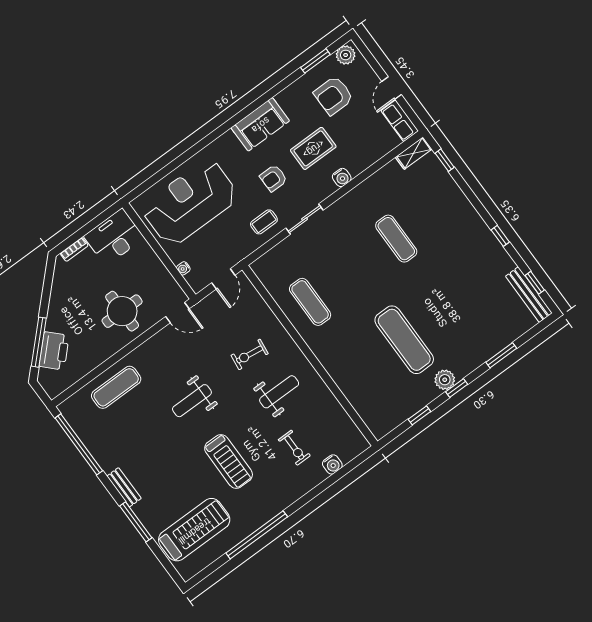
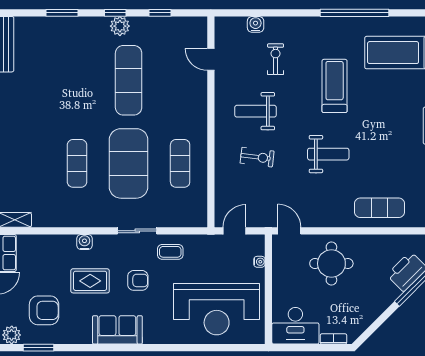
exercise mat: (353, 270) -> (129, 163), added
door: (348, 408) -> (211, 59), added

